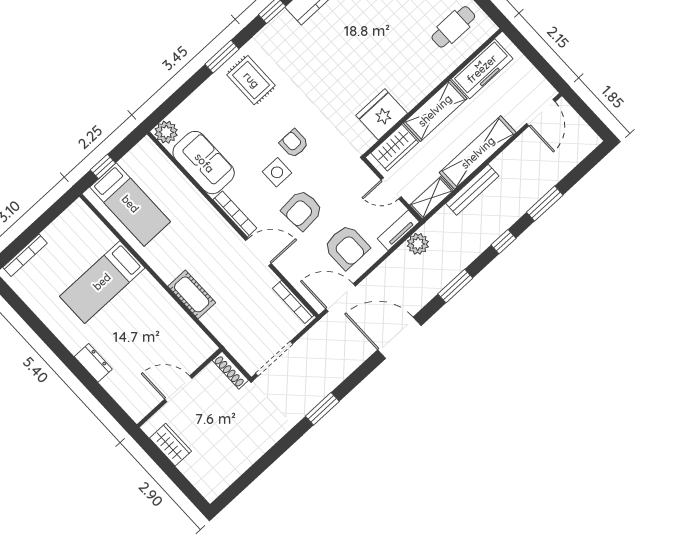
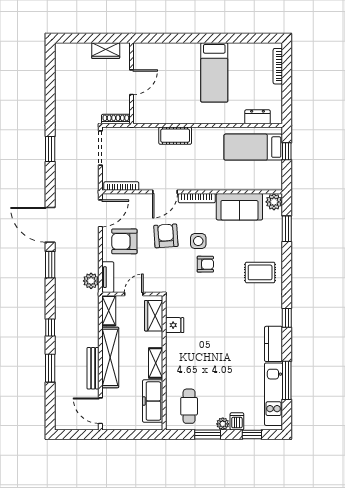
window: (222, 57) -> (287, 229), moved
shelving: (435, 111) -> (156, 363), width x0.67, depth x0.75
fridge: (382, 114) -> (175, 325), width x0.53, depth x0.75
bench: (472, 190) -> (93, 368), moved
bed: (102, 282) -> (214, 72), moved, turned 180
window: (455, 286) -> (50, 265), moved
door: (399, 338) -> (50, 225), swing flipped
dresser: (93, 363) -> (258, 117), moved, turned 180

